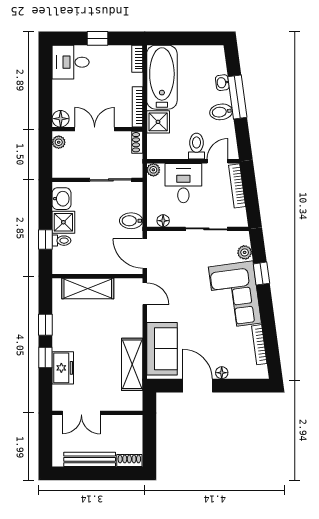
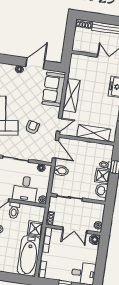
armchair: (187, 283) -> (32, 127), added
door: (145, 294) -> (59, 125), swing flipped
shelving: (132, 364) -> (71, 95), moved
door: (198, 386) -> (35, 64), swing flipped

